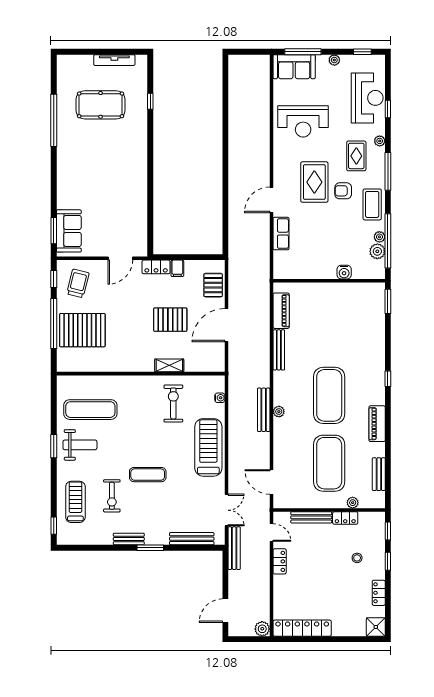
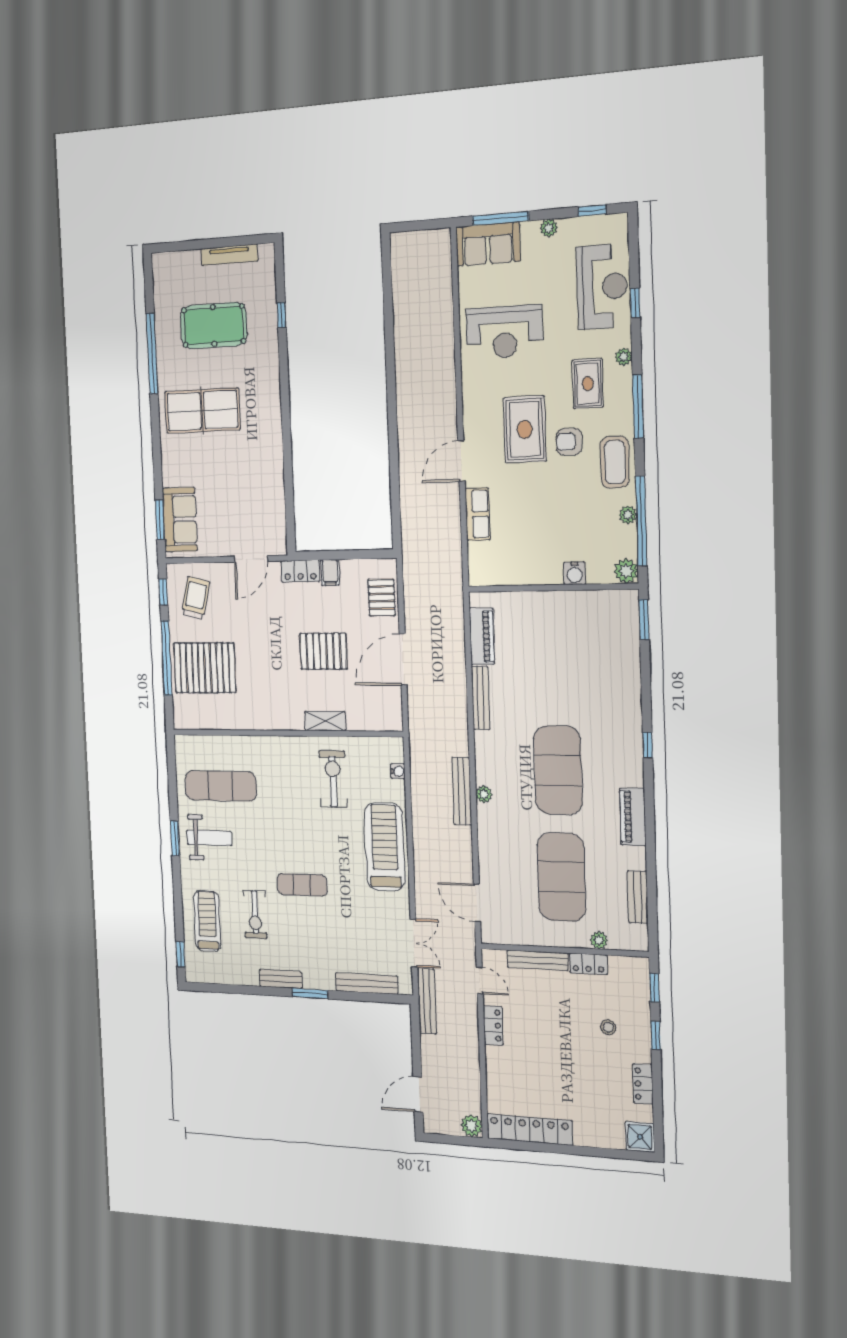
table tennis table: (89, 160) -> (202, 411), added
plant: (377, 251) -> (626, 571), moved

